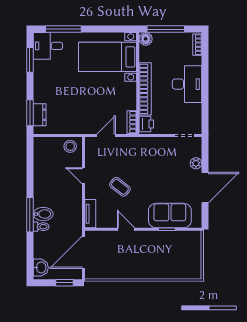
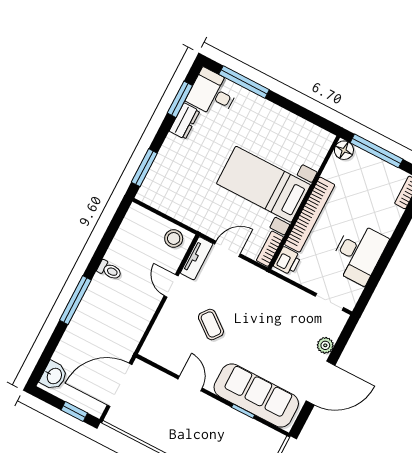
bed with nightstands: (108, 57) -> (264, 184), moved
desk: (187, 84) -> (359, 253), moved
dresser: (40, 115) -> (185, 121), moved
bidet: (43, 214) -> (93, 308), removed
tv unit: (90, 214) -> (197, 258), moved
sofa: (170, 216) -> (256, 395), width x1.36
toilet: (41, 227) -> (109, 270), moved

